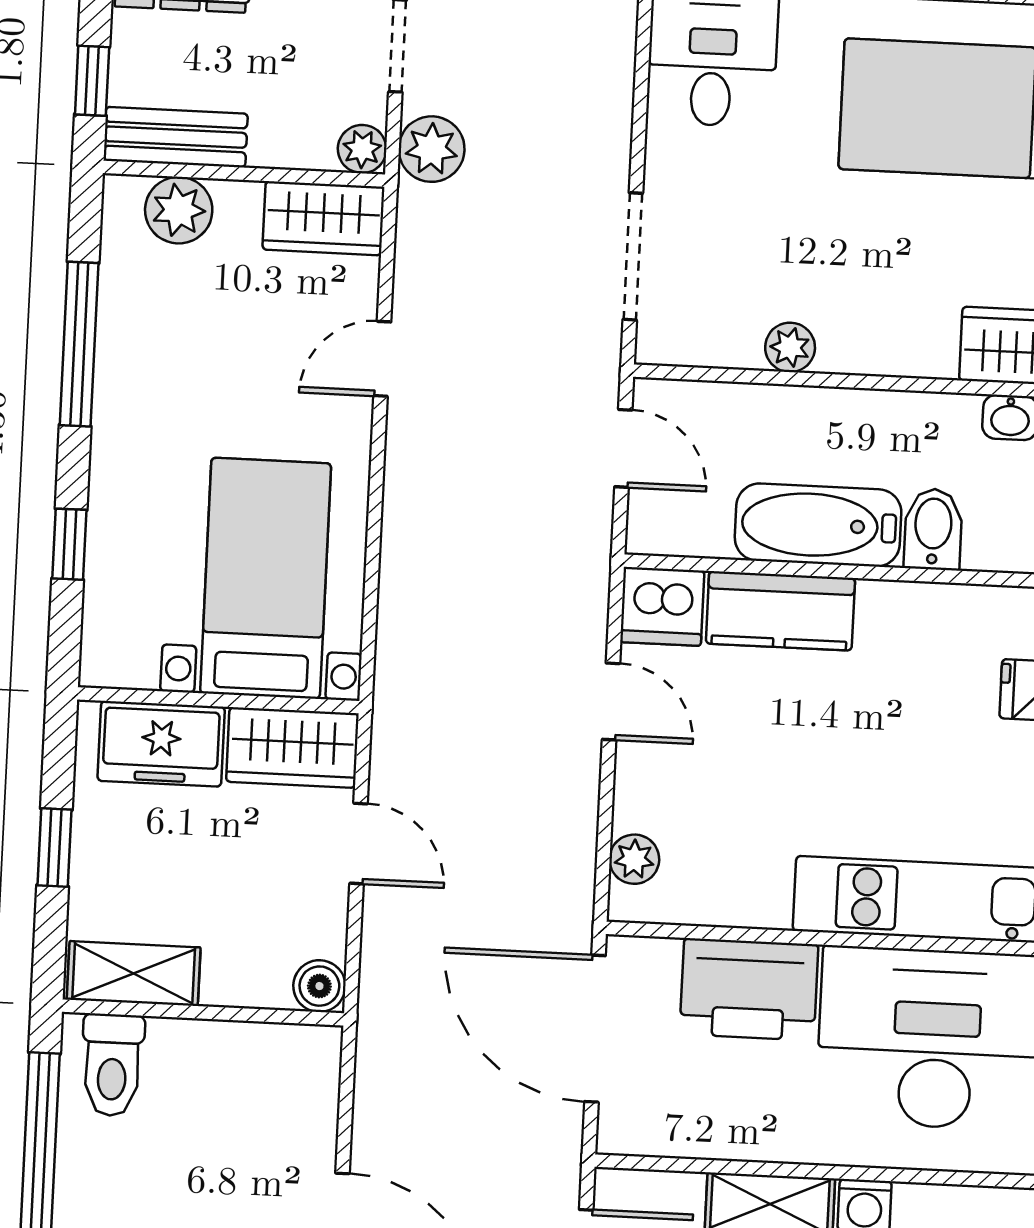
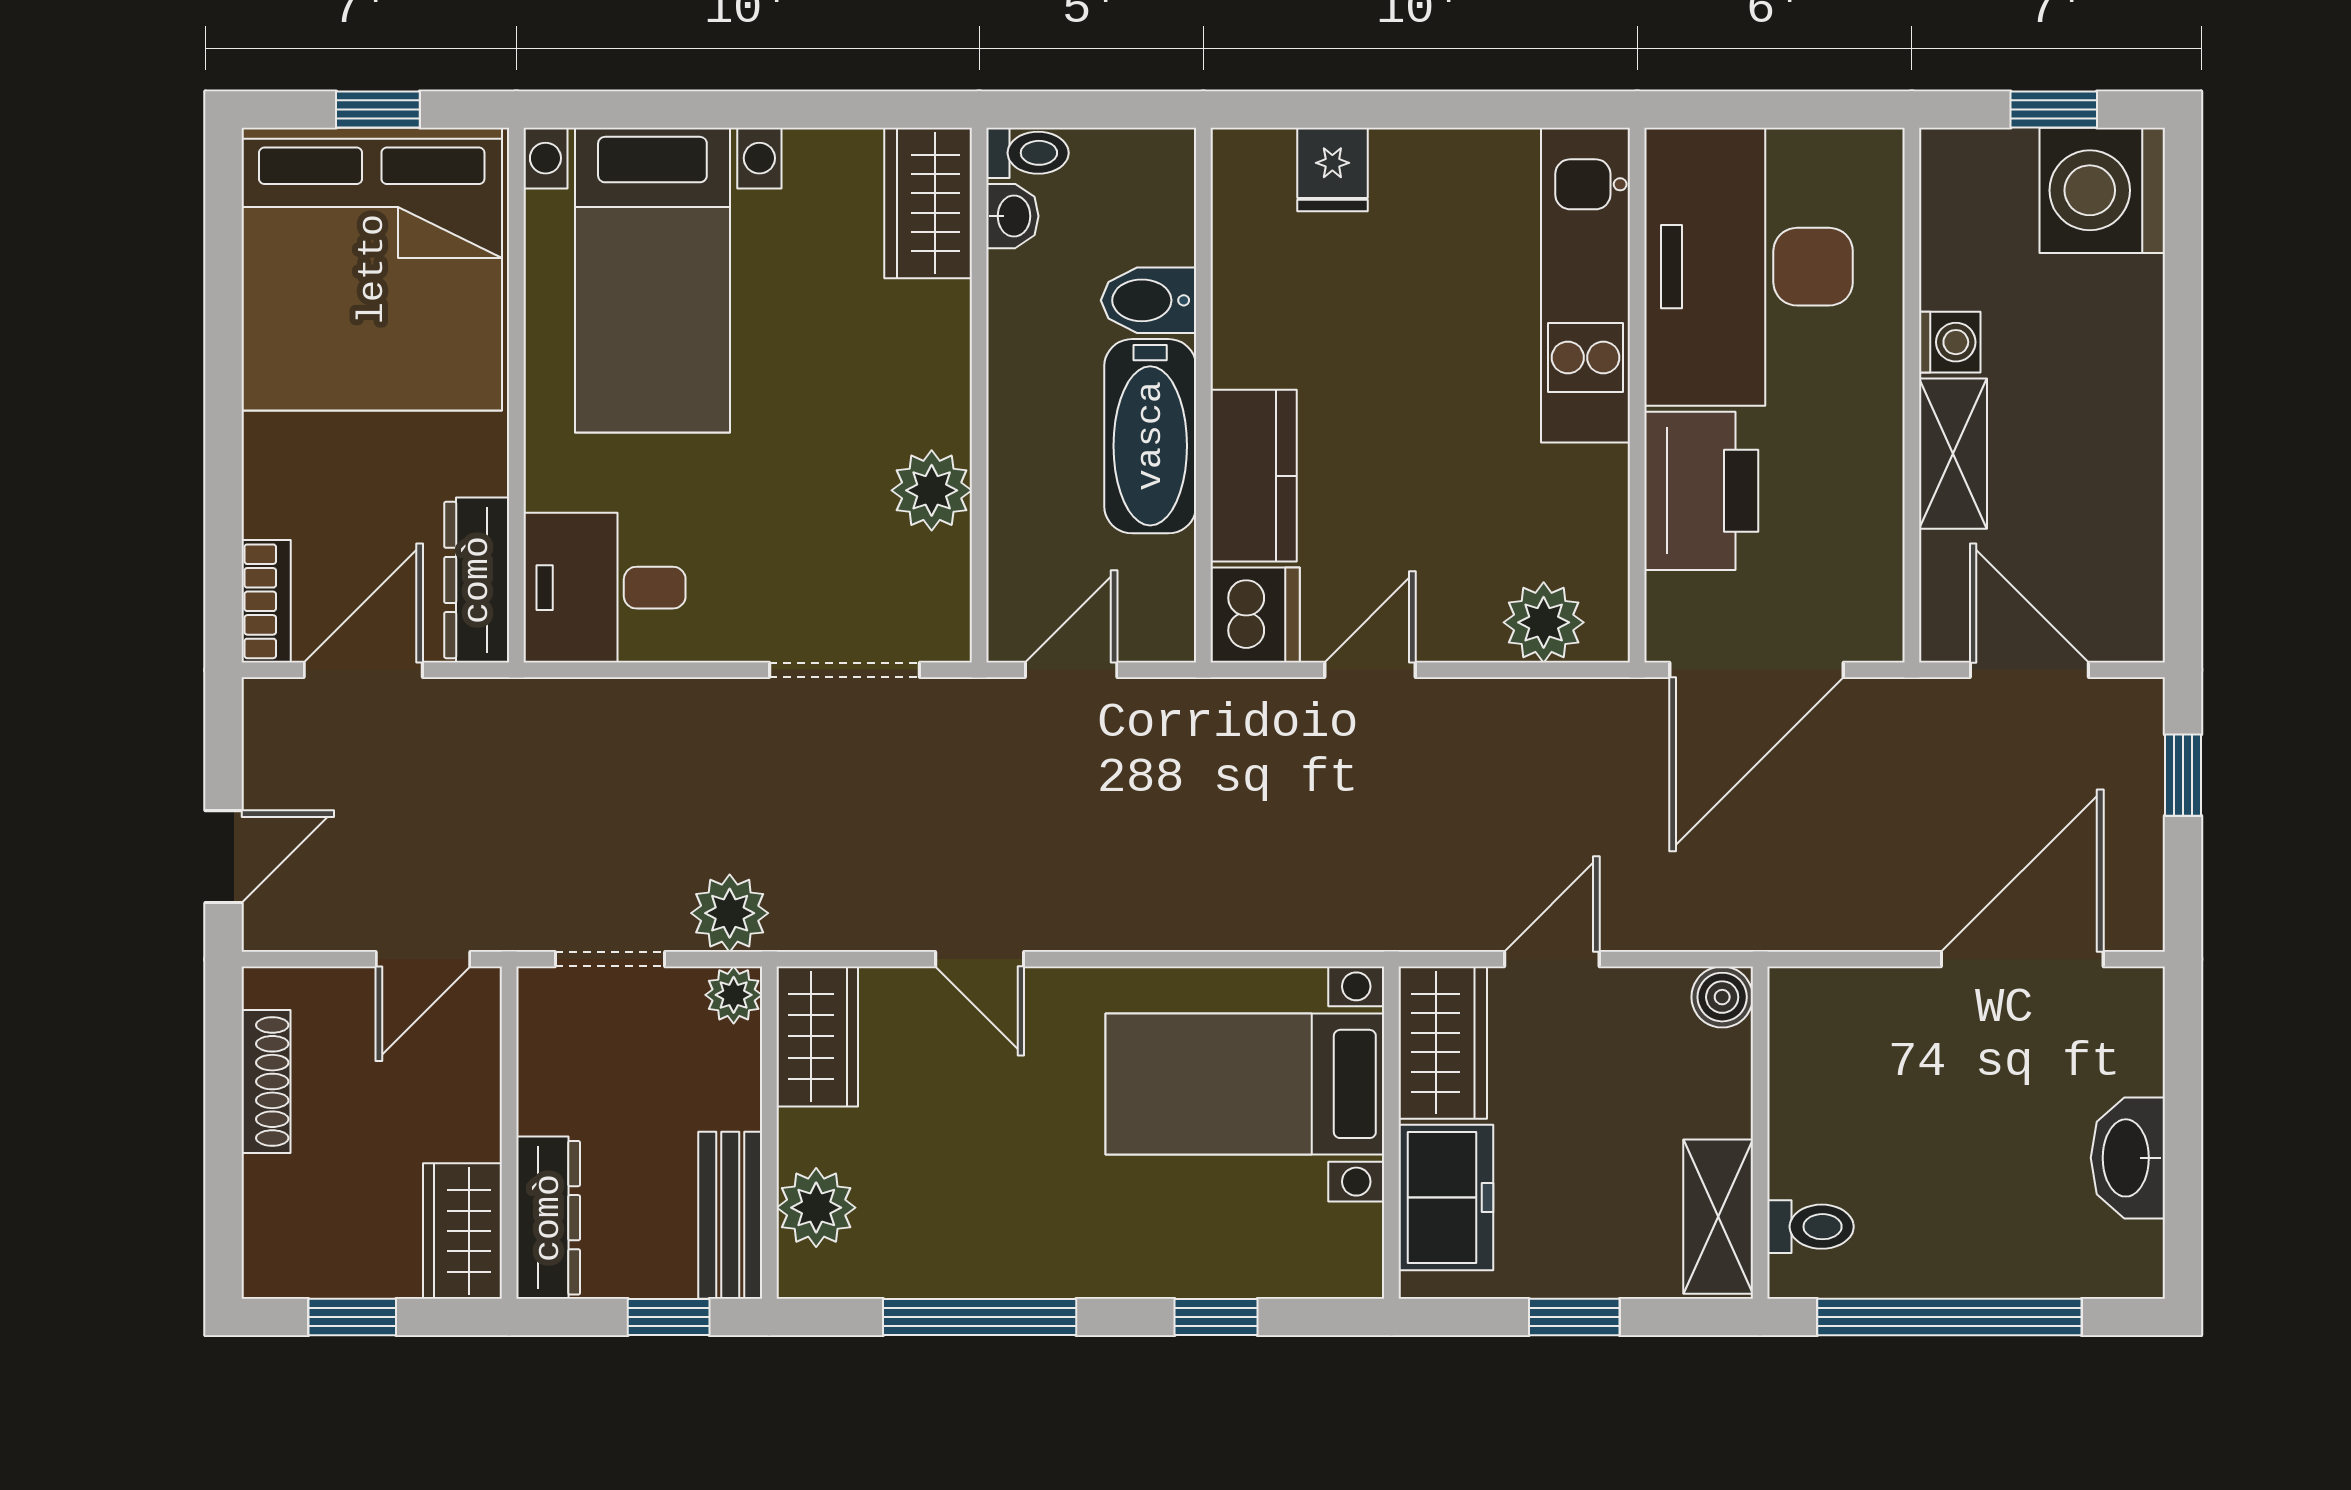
plant: (790, 347) -> (932, 490), width x1.38, depth x1.38
plant: (634, 859) -> (1544, 622), width x1.38, depth x1.38
toilet: (112, 1065) -> (1810, 1227), width x0.73, depth x0.72

